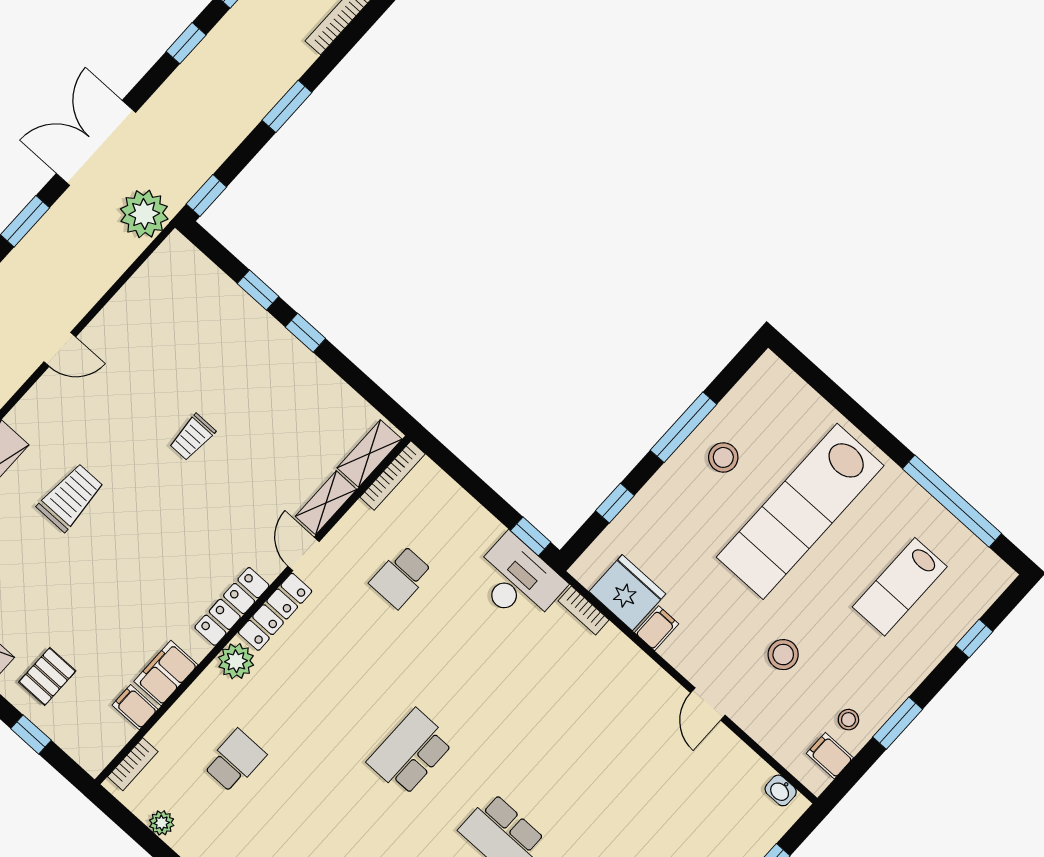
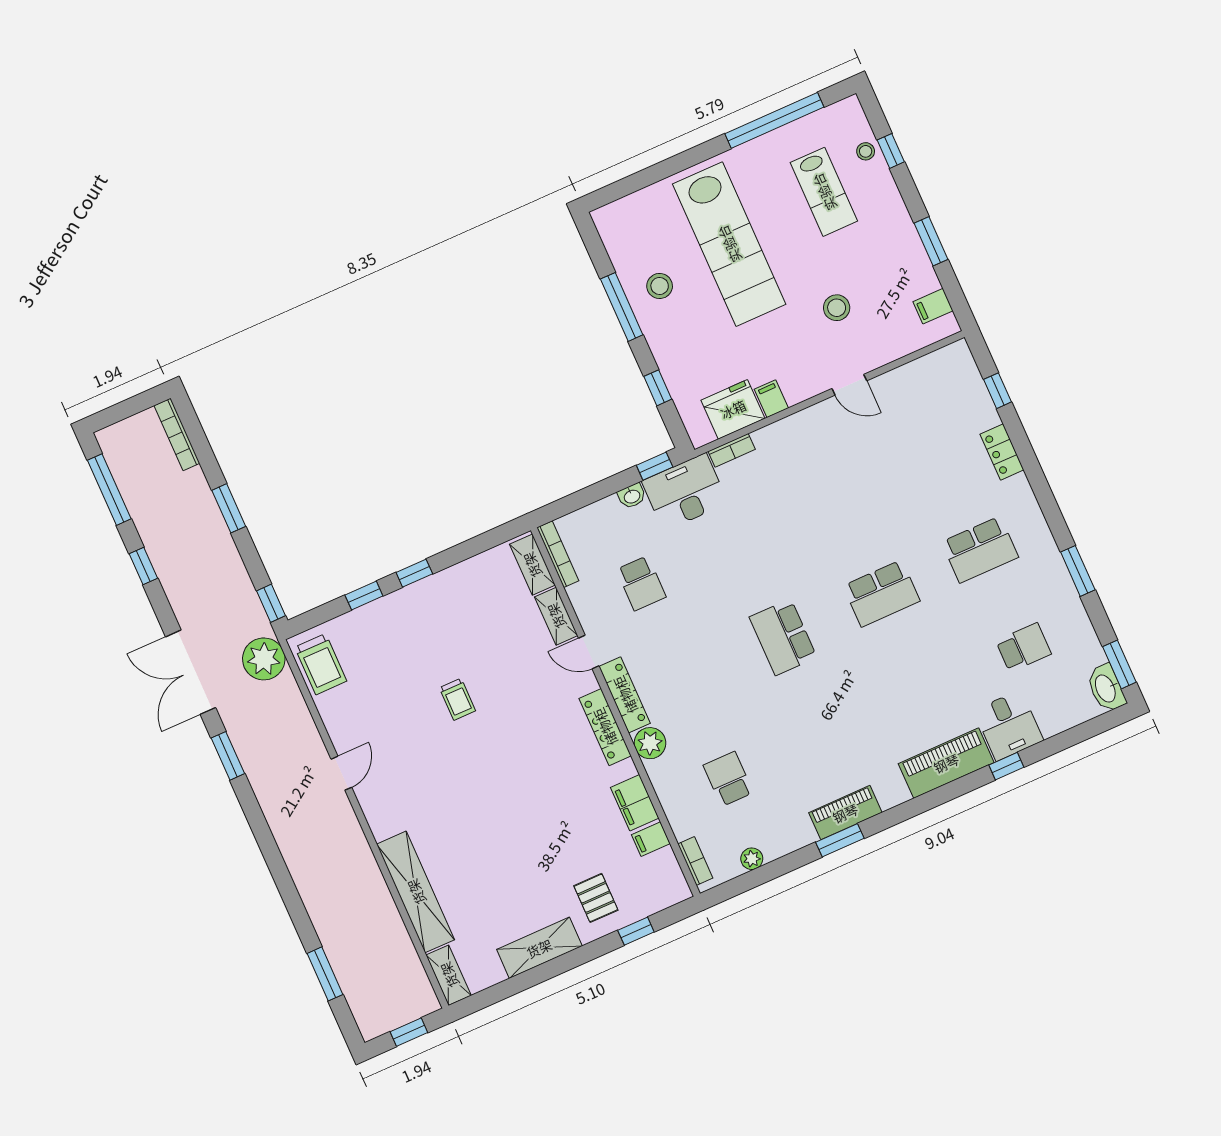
trolley: (71, 497) -> (321, 664), moved, turned 180
stool: (848, 720) -> (866, 151), moved
washbasin: (781, 790) -> (632, 496), moved

